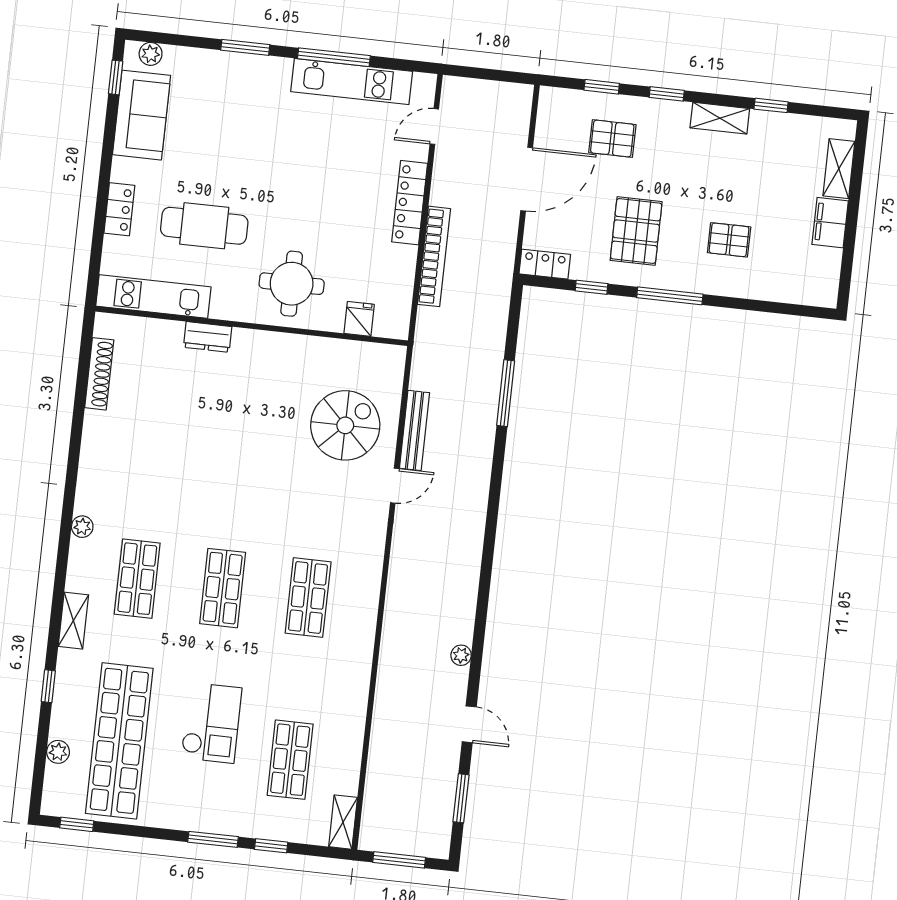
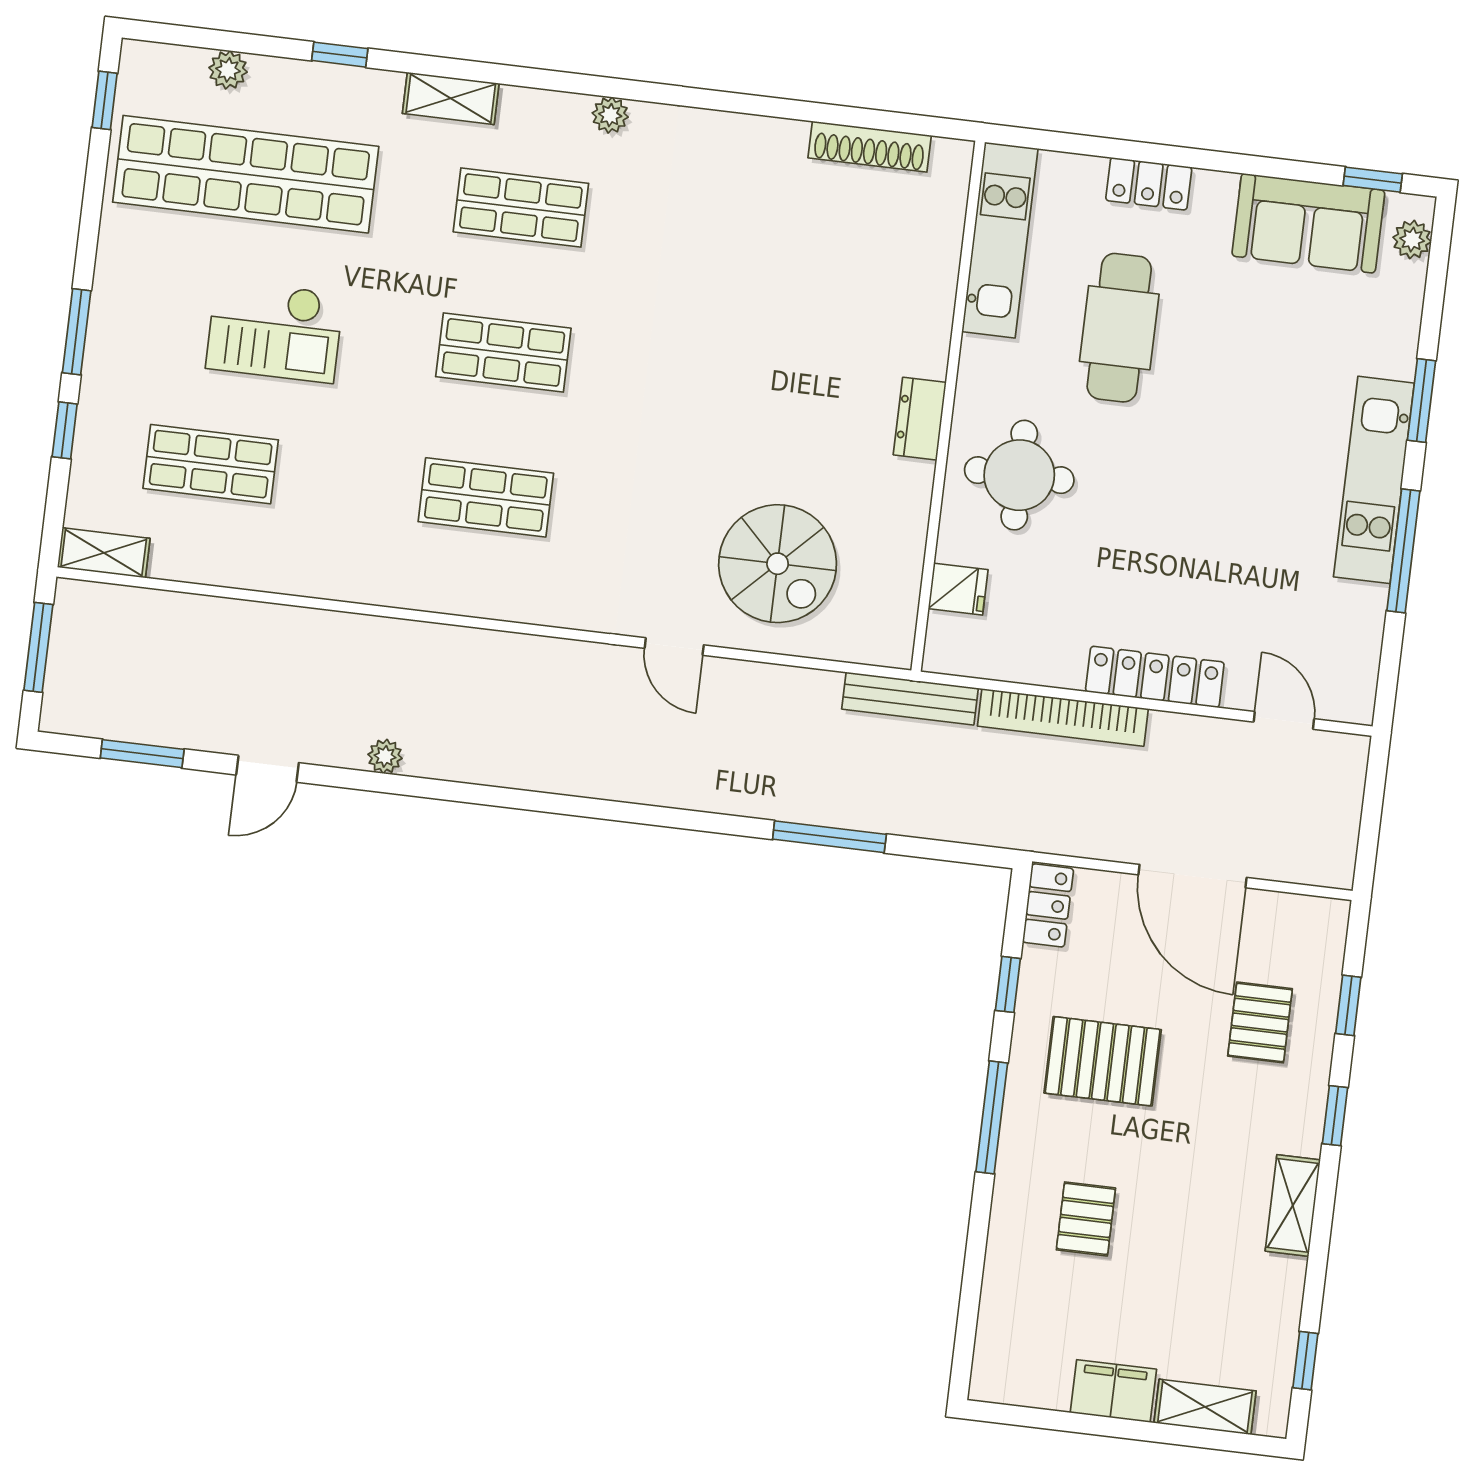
kitchen unit: (352, 81) -> (1374, 480), moved
window: (771, 105) -> (1305, 1361), moved
dresser: (208, 337) -> (920, 419), moved
bench: (415, 430) -> (910, 699), moved

